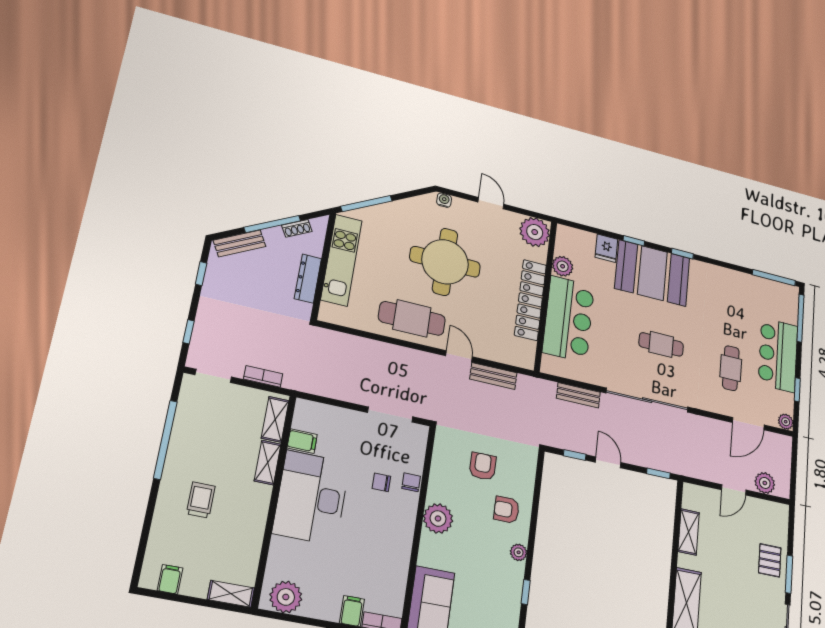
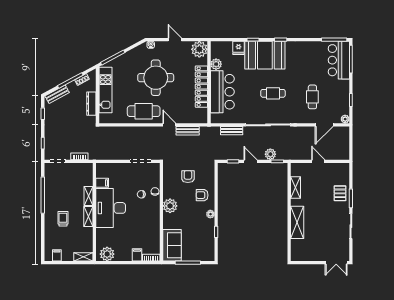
bar counter: (778, 355) -> (339, 60), moved
shelving: (275, 419) -> (88, 217), moved
plant: (765, 483) -> (270, 154), moved
door: (734, 490) -> (318, 161), swing flipped

